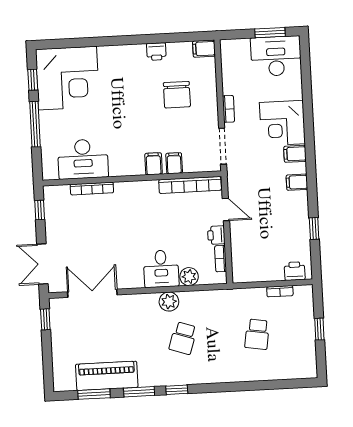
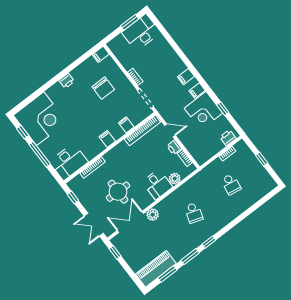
printer: (156, 52) -> (67, 81), moved
corner desk: (282, 123) -> (203, 111), moved
desk: (83, 159) -> (69, 162), moved
filing cabinet: (154, 164) -> (107, 139), moved
round table: (103, 243) -> (118, 192), added
plant: (169, 302) -> (153, 215), moved
piano: (107, 376) -> (156, 269), moved

